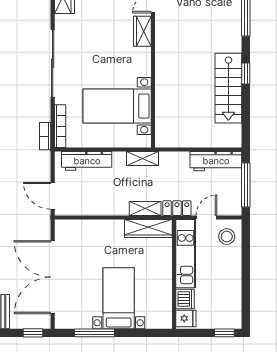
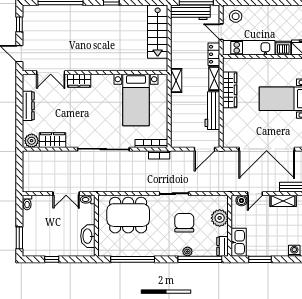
stairs: (228, 88) -> (158, 32), moved, turned 90
workbench: (87, 161) -> (212, 111), moved, turned 180
workbench: (216, 161) -> (190, 12), moved, turned 90
wardrobe: (148, 229) -> (230, 90), moved

